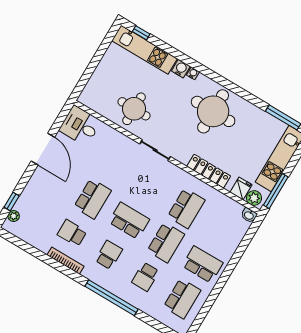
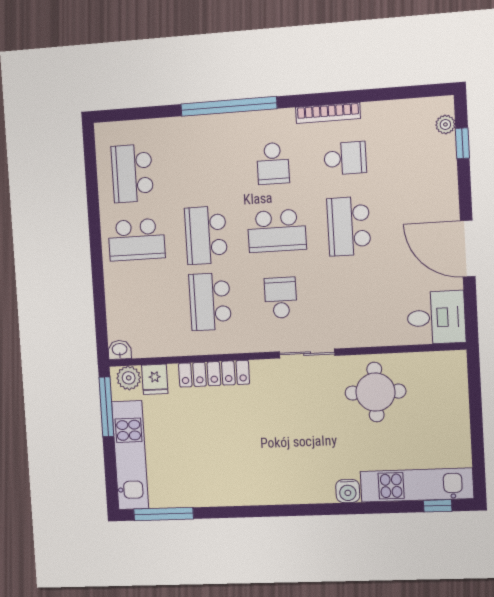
water cooler: (193, 73) -> (326, 495), removed
round table: (213, 111) -> (263, 460), removed
school desk: (145, 277) -> (281, 298), moved

